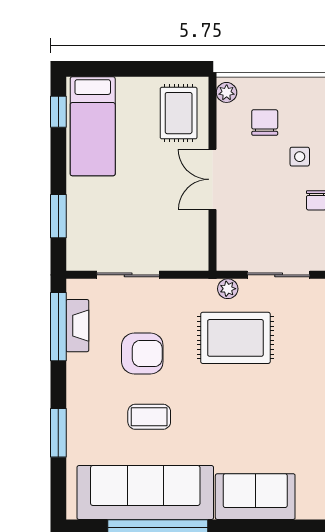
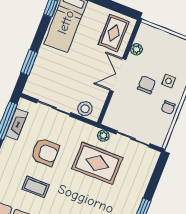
plant: (227, 92) -> (136, 49), moved
chair: (265, 122) -> (147, 85), moved
stool: (180, 256) -> (85, 109), added

